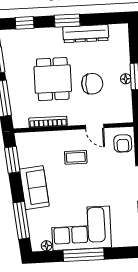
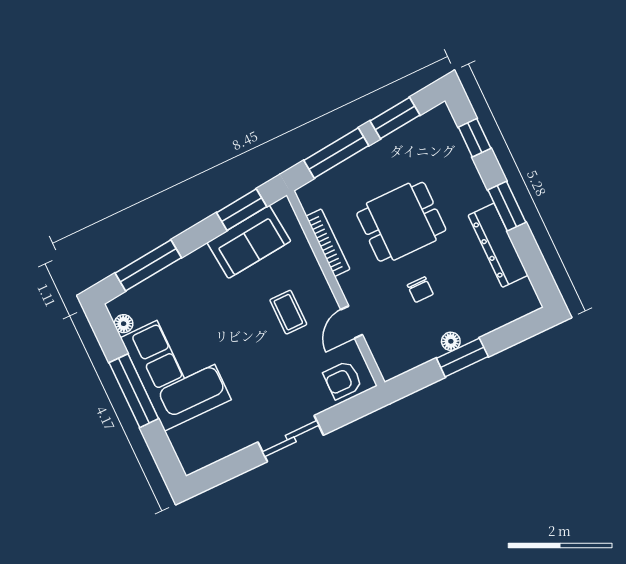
chair: (92, 84) -> (420, 290), width x0.54, depth x0.54
sofa: (34, 188) -> (249, 242), moved

